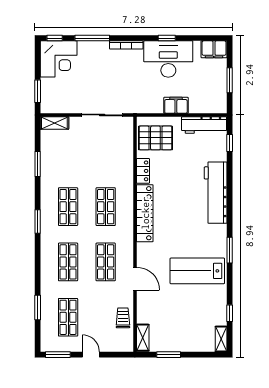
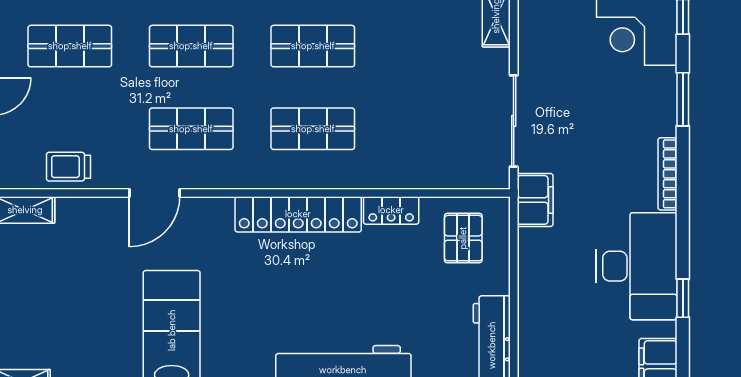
window: (92, 38) -> (683, 99), width x0.69
window: (167, 38) -> (683, 298), moved
filing cabinet: (176, 105) -> (535, 200), moved
pallet: (155, 138) -> (463, 238), width x0.67, depth x0.71
trolley: (123, 318) -> (69, 167), turned 180

